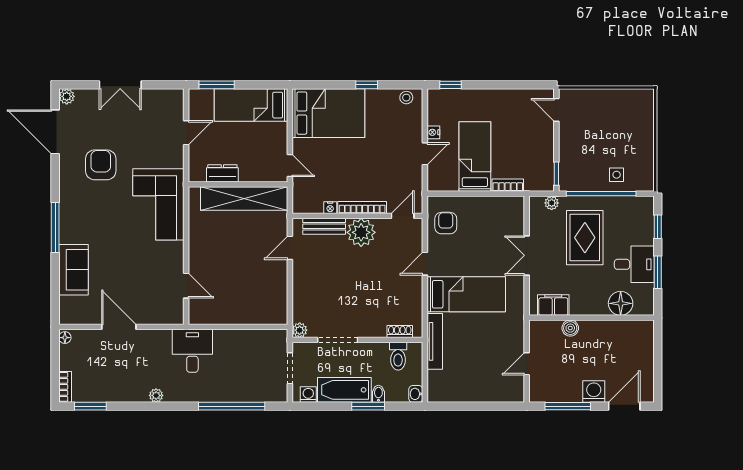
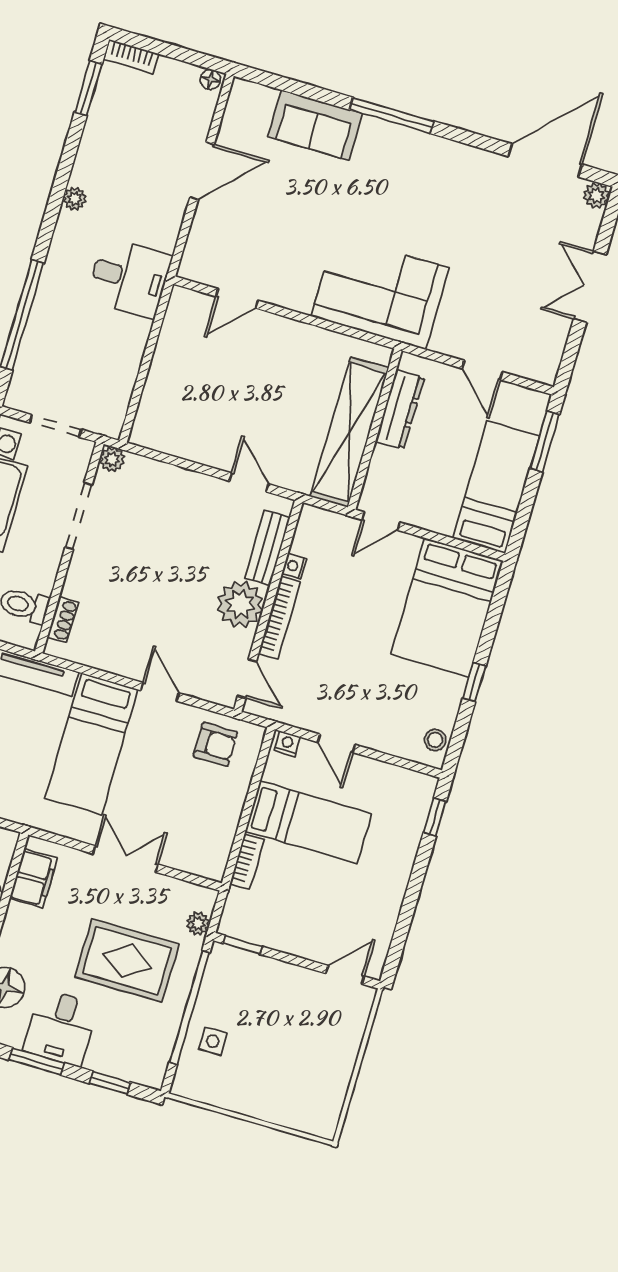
nightstand: (433, 132) -> (287, 744), moved
armchair: (101, 165) -> (471, 218), removed
dresser: (222, 173) -> (400, 409), width x1.44

